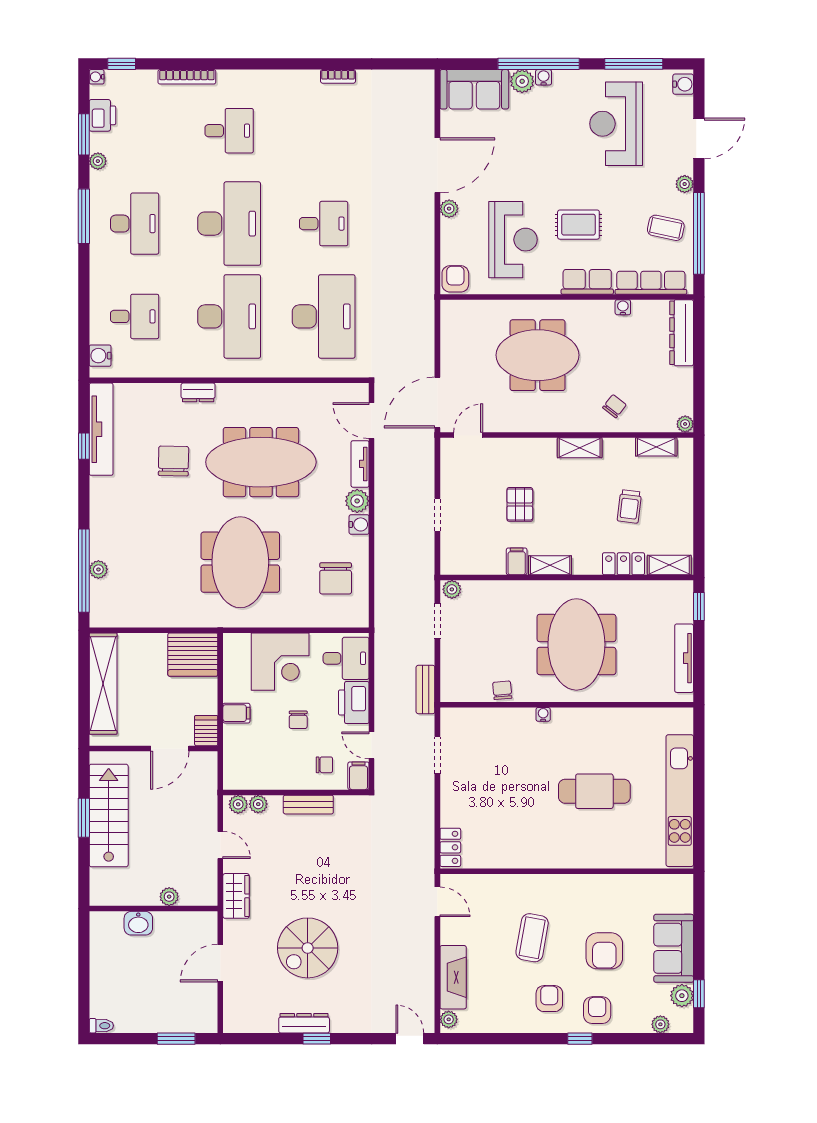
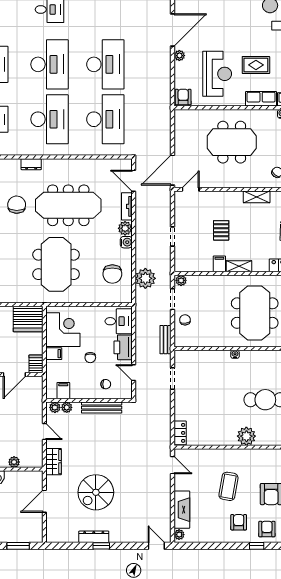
desk: (324, 224) -> (105, 64), width x1.87, depth x1.30
plant: (391, 586) -> (145, 278), added
corner desk: (280, 662) -> (63, 330), moved, turned -90
chair: (502, 690) -> (185, 320), moved
filing cabinet: (358, 776) -> (63, 391), moved
bench: (308, 805) -> (102, 408), width x1.36
plant: (562, 853) -> (246, 436), added

